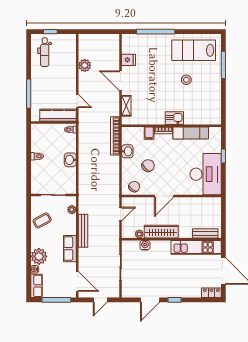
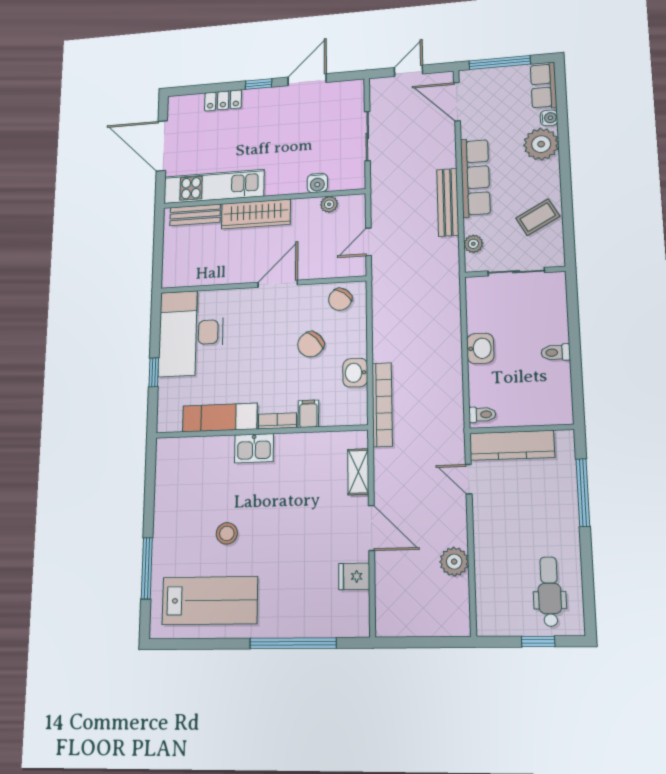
wardrobe: (161, 232) -> (256, 214), moved
row of seats: (70, 249) -> (475, 177), width x1.48
locker: (211, 293) -> (223, 100), moved

